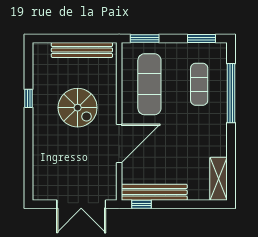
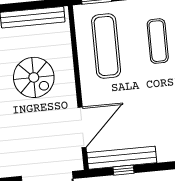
door: (119, 143) -> (82, 127), moved
window: (142, 204) -> (124, 170), moved

